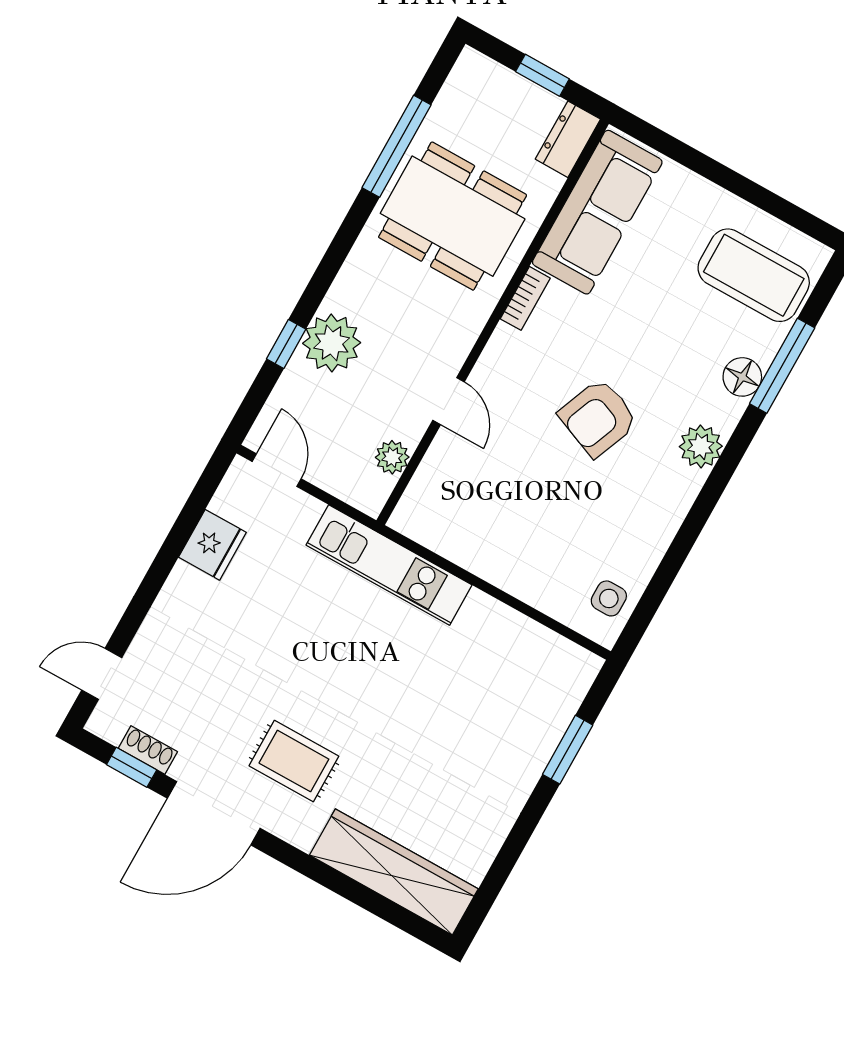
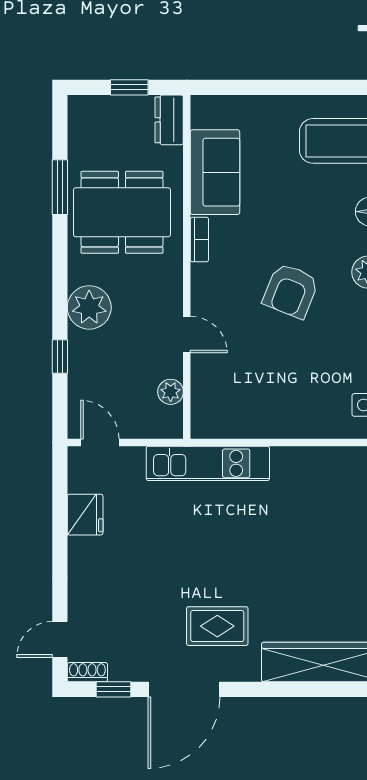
window: (397, 146) -> (60, 187), width x0.69
sofa: (597, 212) -> (215, 172), width x0.73
plant: (332, 343) -> (89, 307), moved
shoe rack: (148, 750) -> (87, 672), moved

